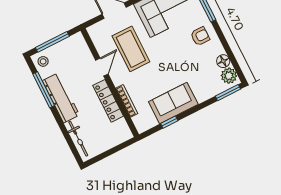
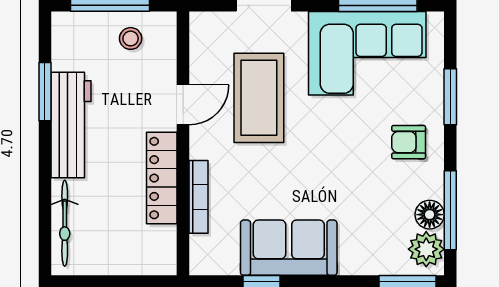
armchair: (200, 36) -> (409, 142), turned 180
window: (231, 55) -> (450, 210), added
stool: (43, 61) -> (131, 38), moved
window: (44, 90) -> (45, 92), width x0.69

